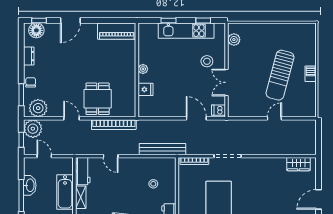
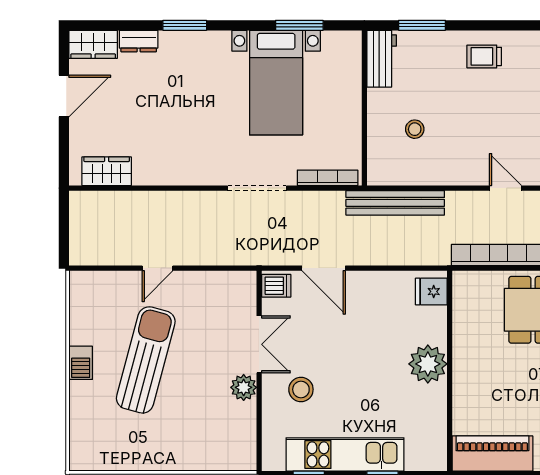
plant: (234, 40) -> (244, 387), moved
plant: (143, 69) -> (428, 364), width x1.87, depth x1.87
fridge: (146, 89) -> (431, 292), moved

